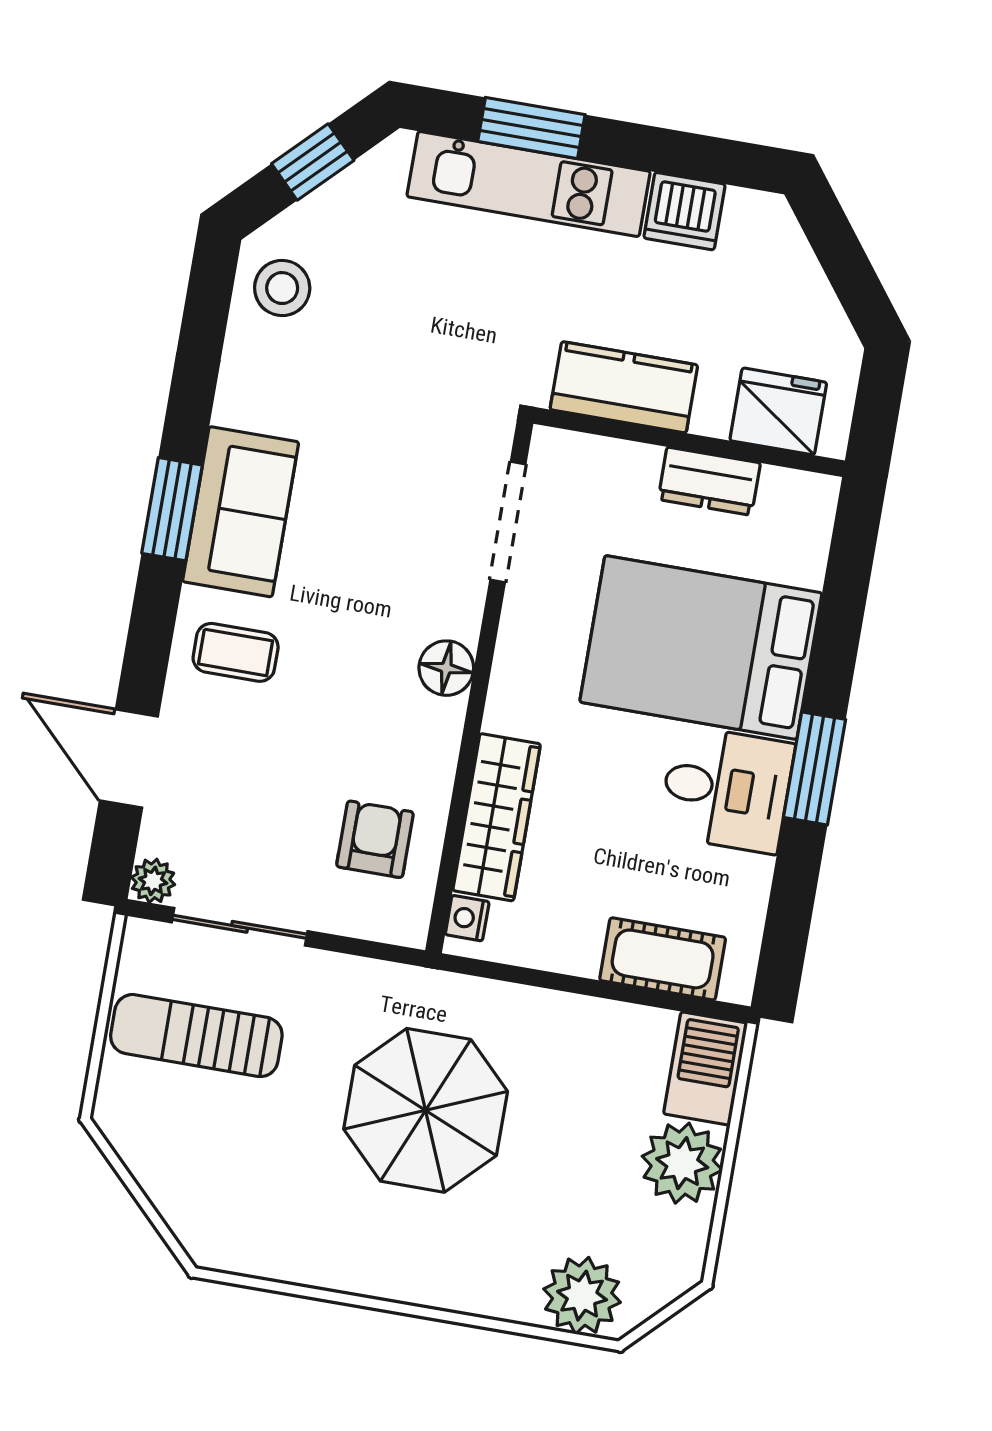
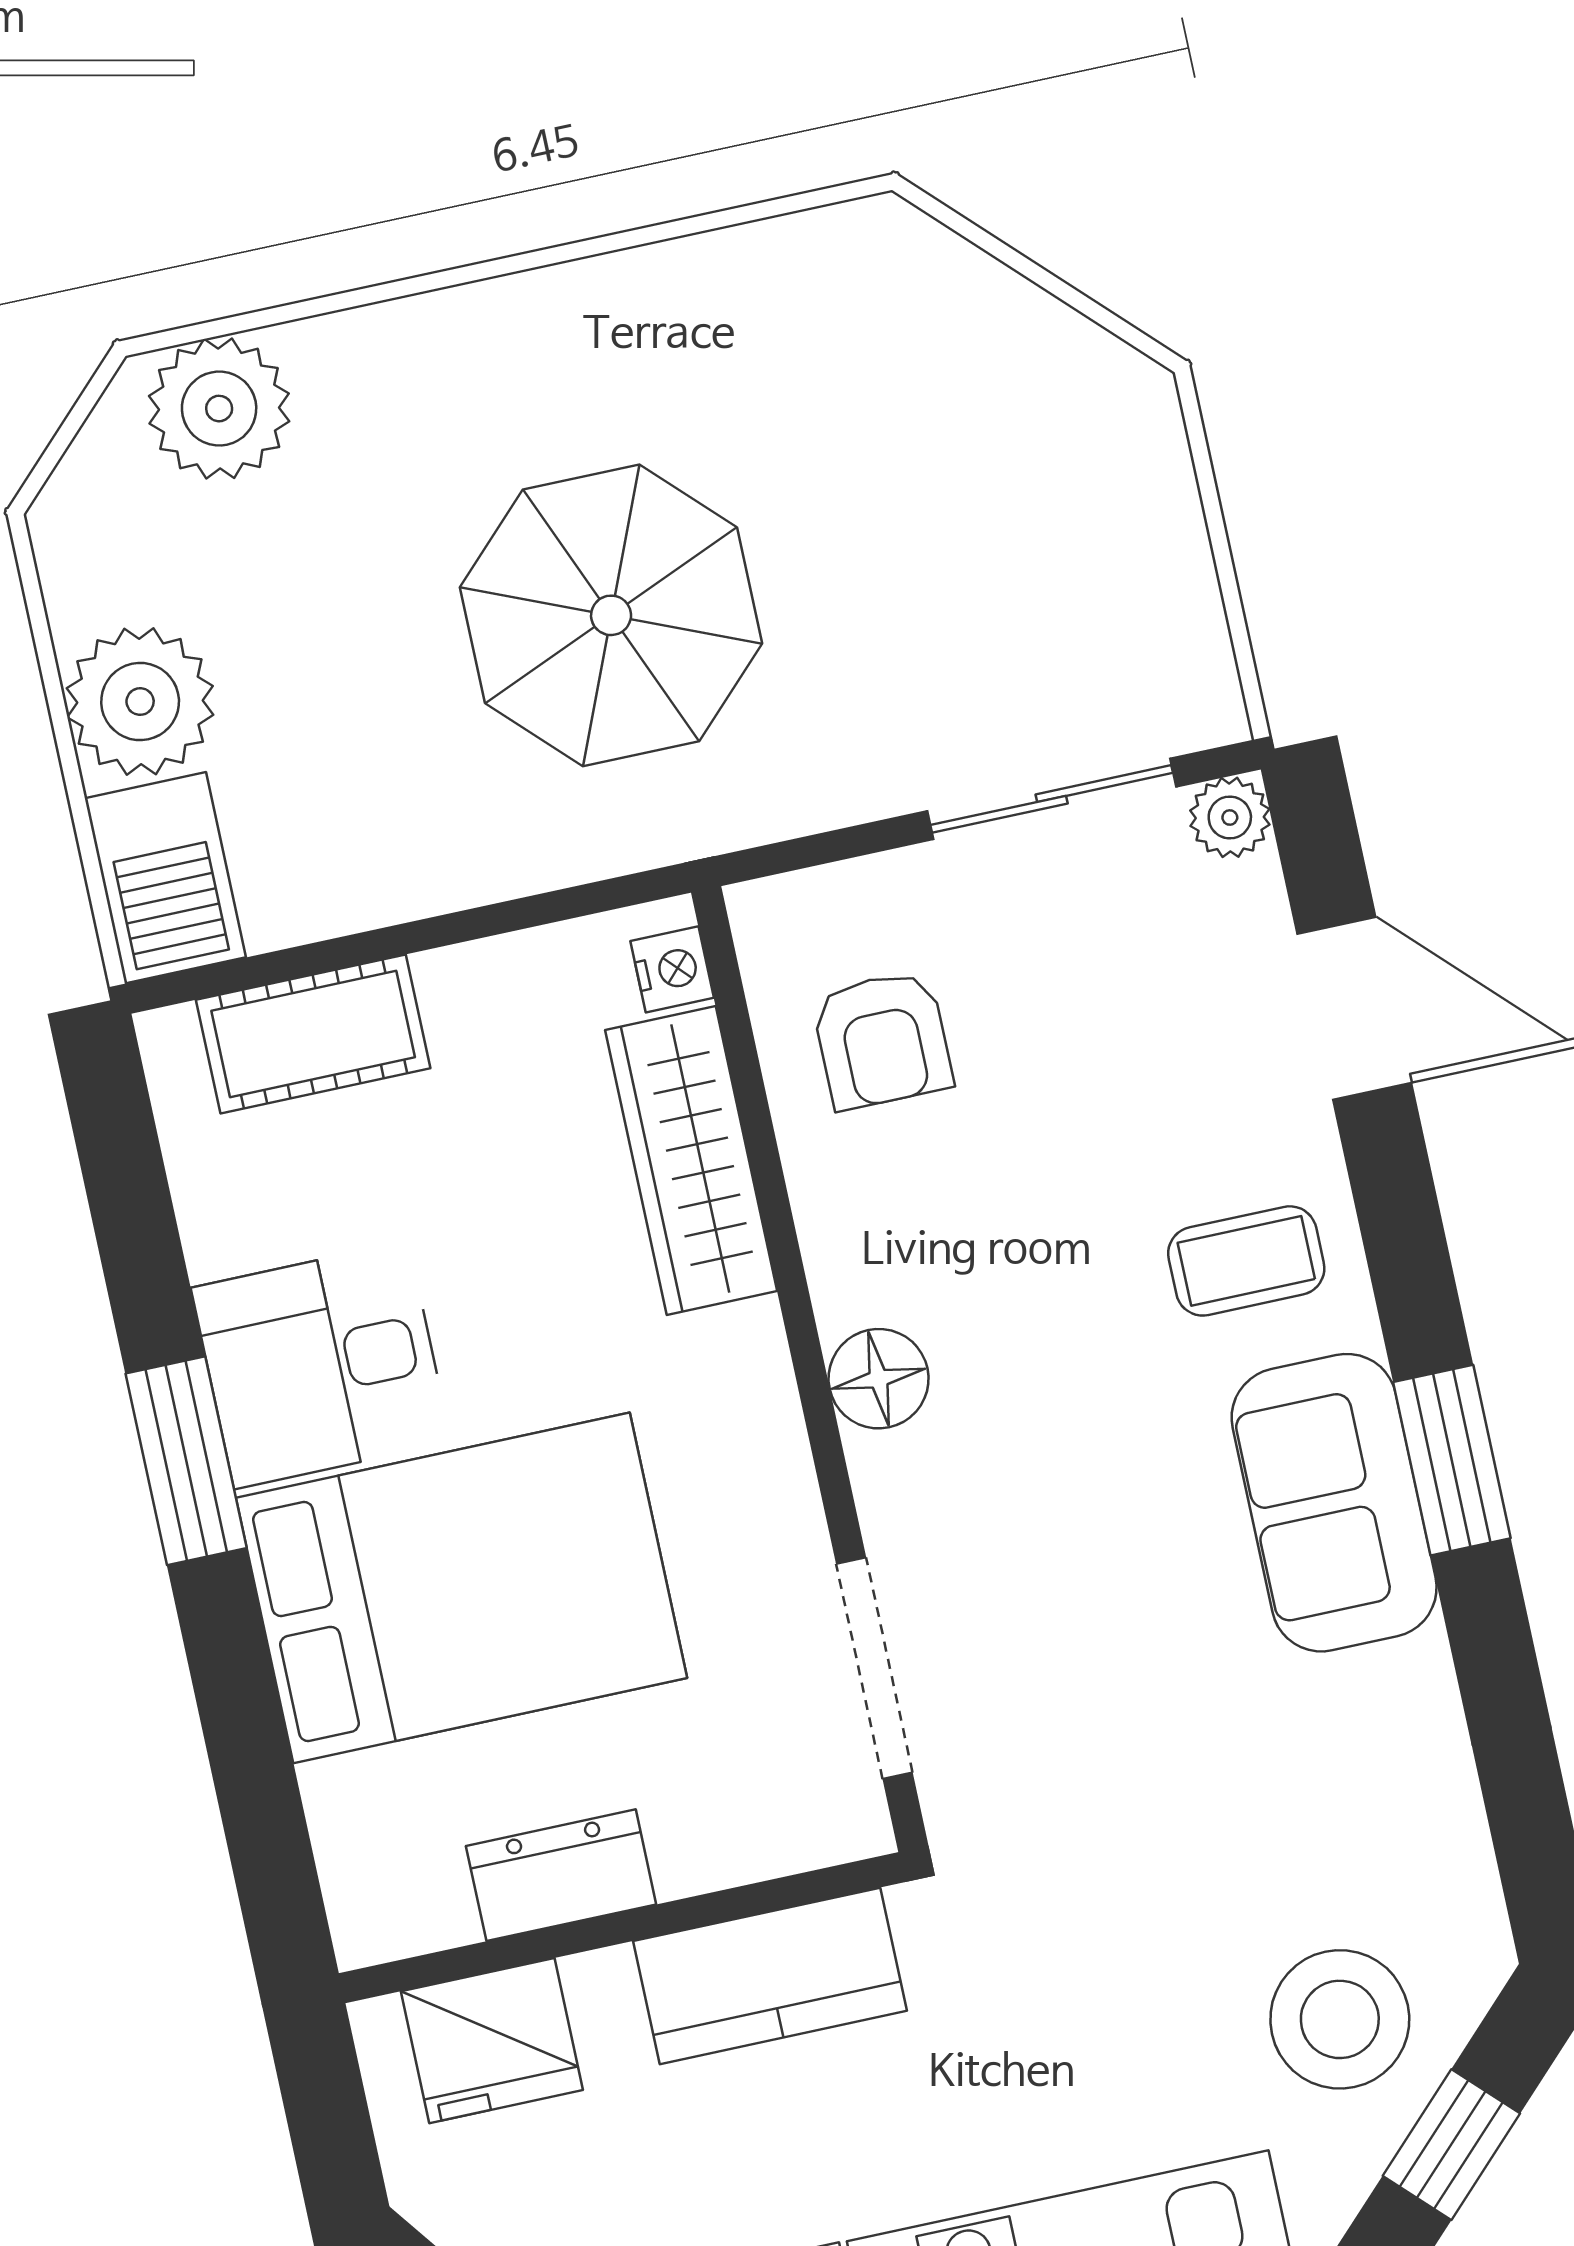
stool: (282, 288) -> (1340, 2019), moved, width x1.38, depth x1.38
sun lounger: (196, 1036) -> (1050, 585), removed

